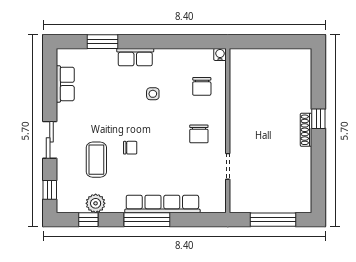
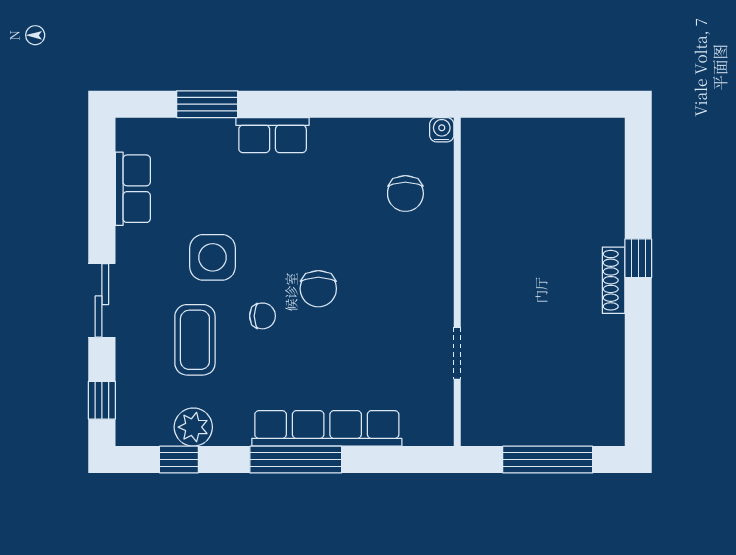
side table: (153, 94) -> (213, 257), moved, width x1.87, depth x1.87
chair: (199, 134) -> (318, 289), moved

